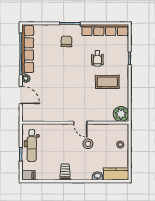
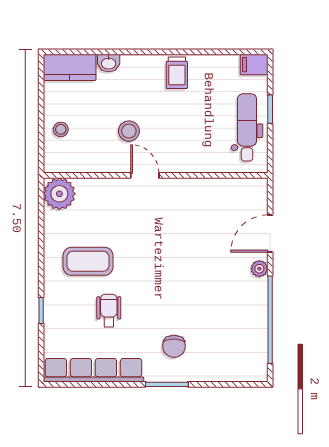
row of seats: (28, 49) -> (256, 330), removed
door: (21, 95) -> (270, 234), hinge flipped

